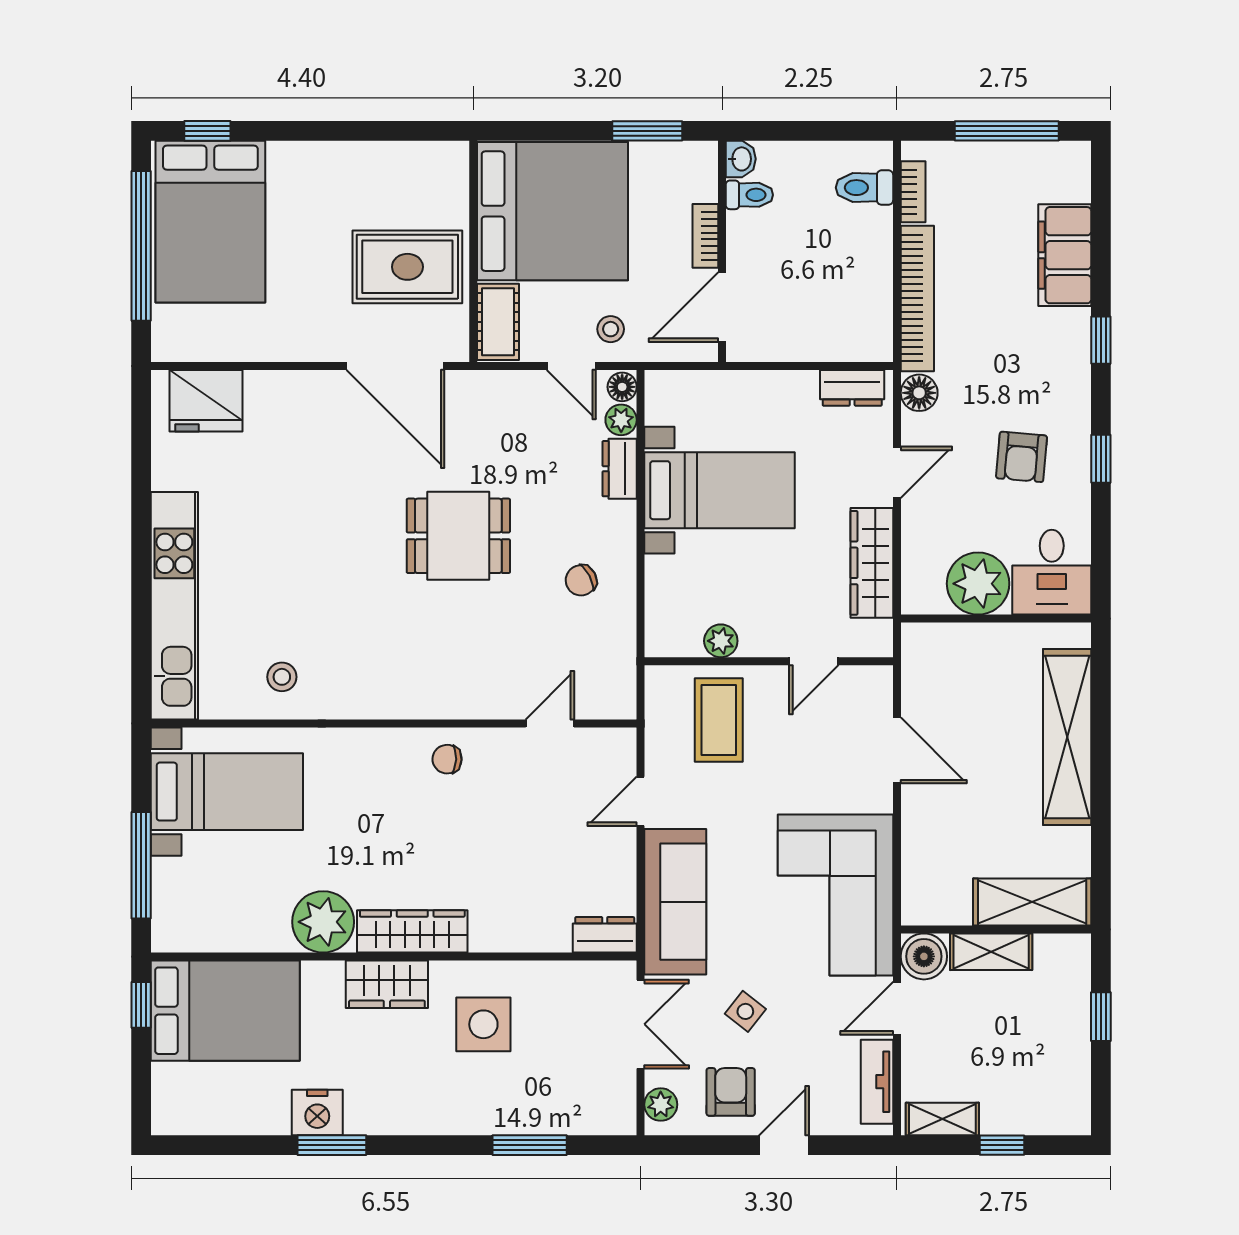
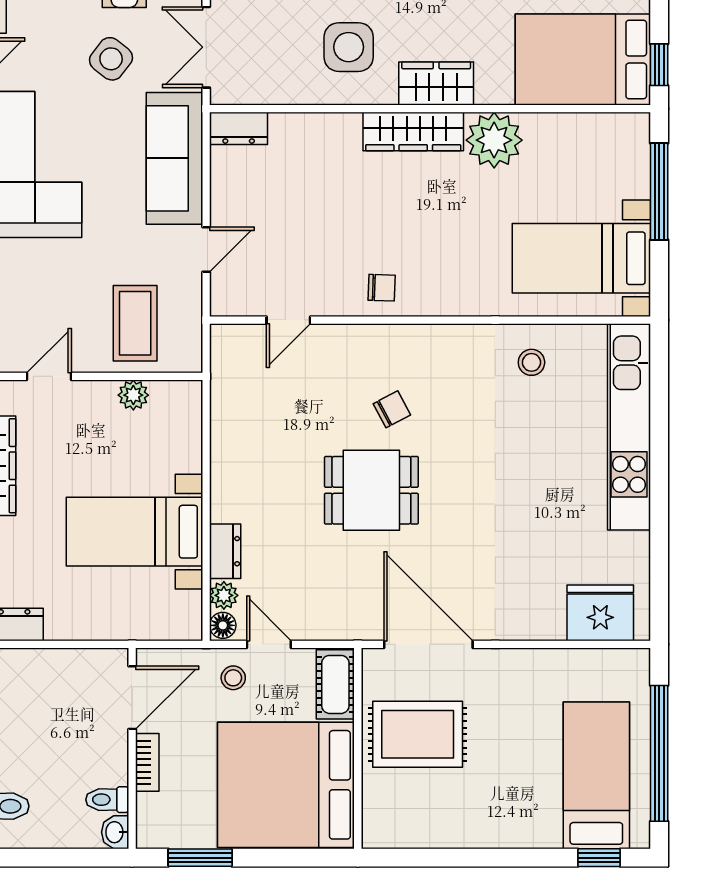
bed: (210, 222) -> (596, 775), width x0.67
chair: (581, 580) -> (392, 409), moved
side table: (745, 1011) -> (111, 59), width x1.37, depth x1.37

